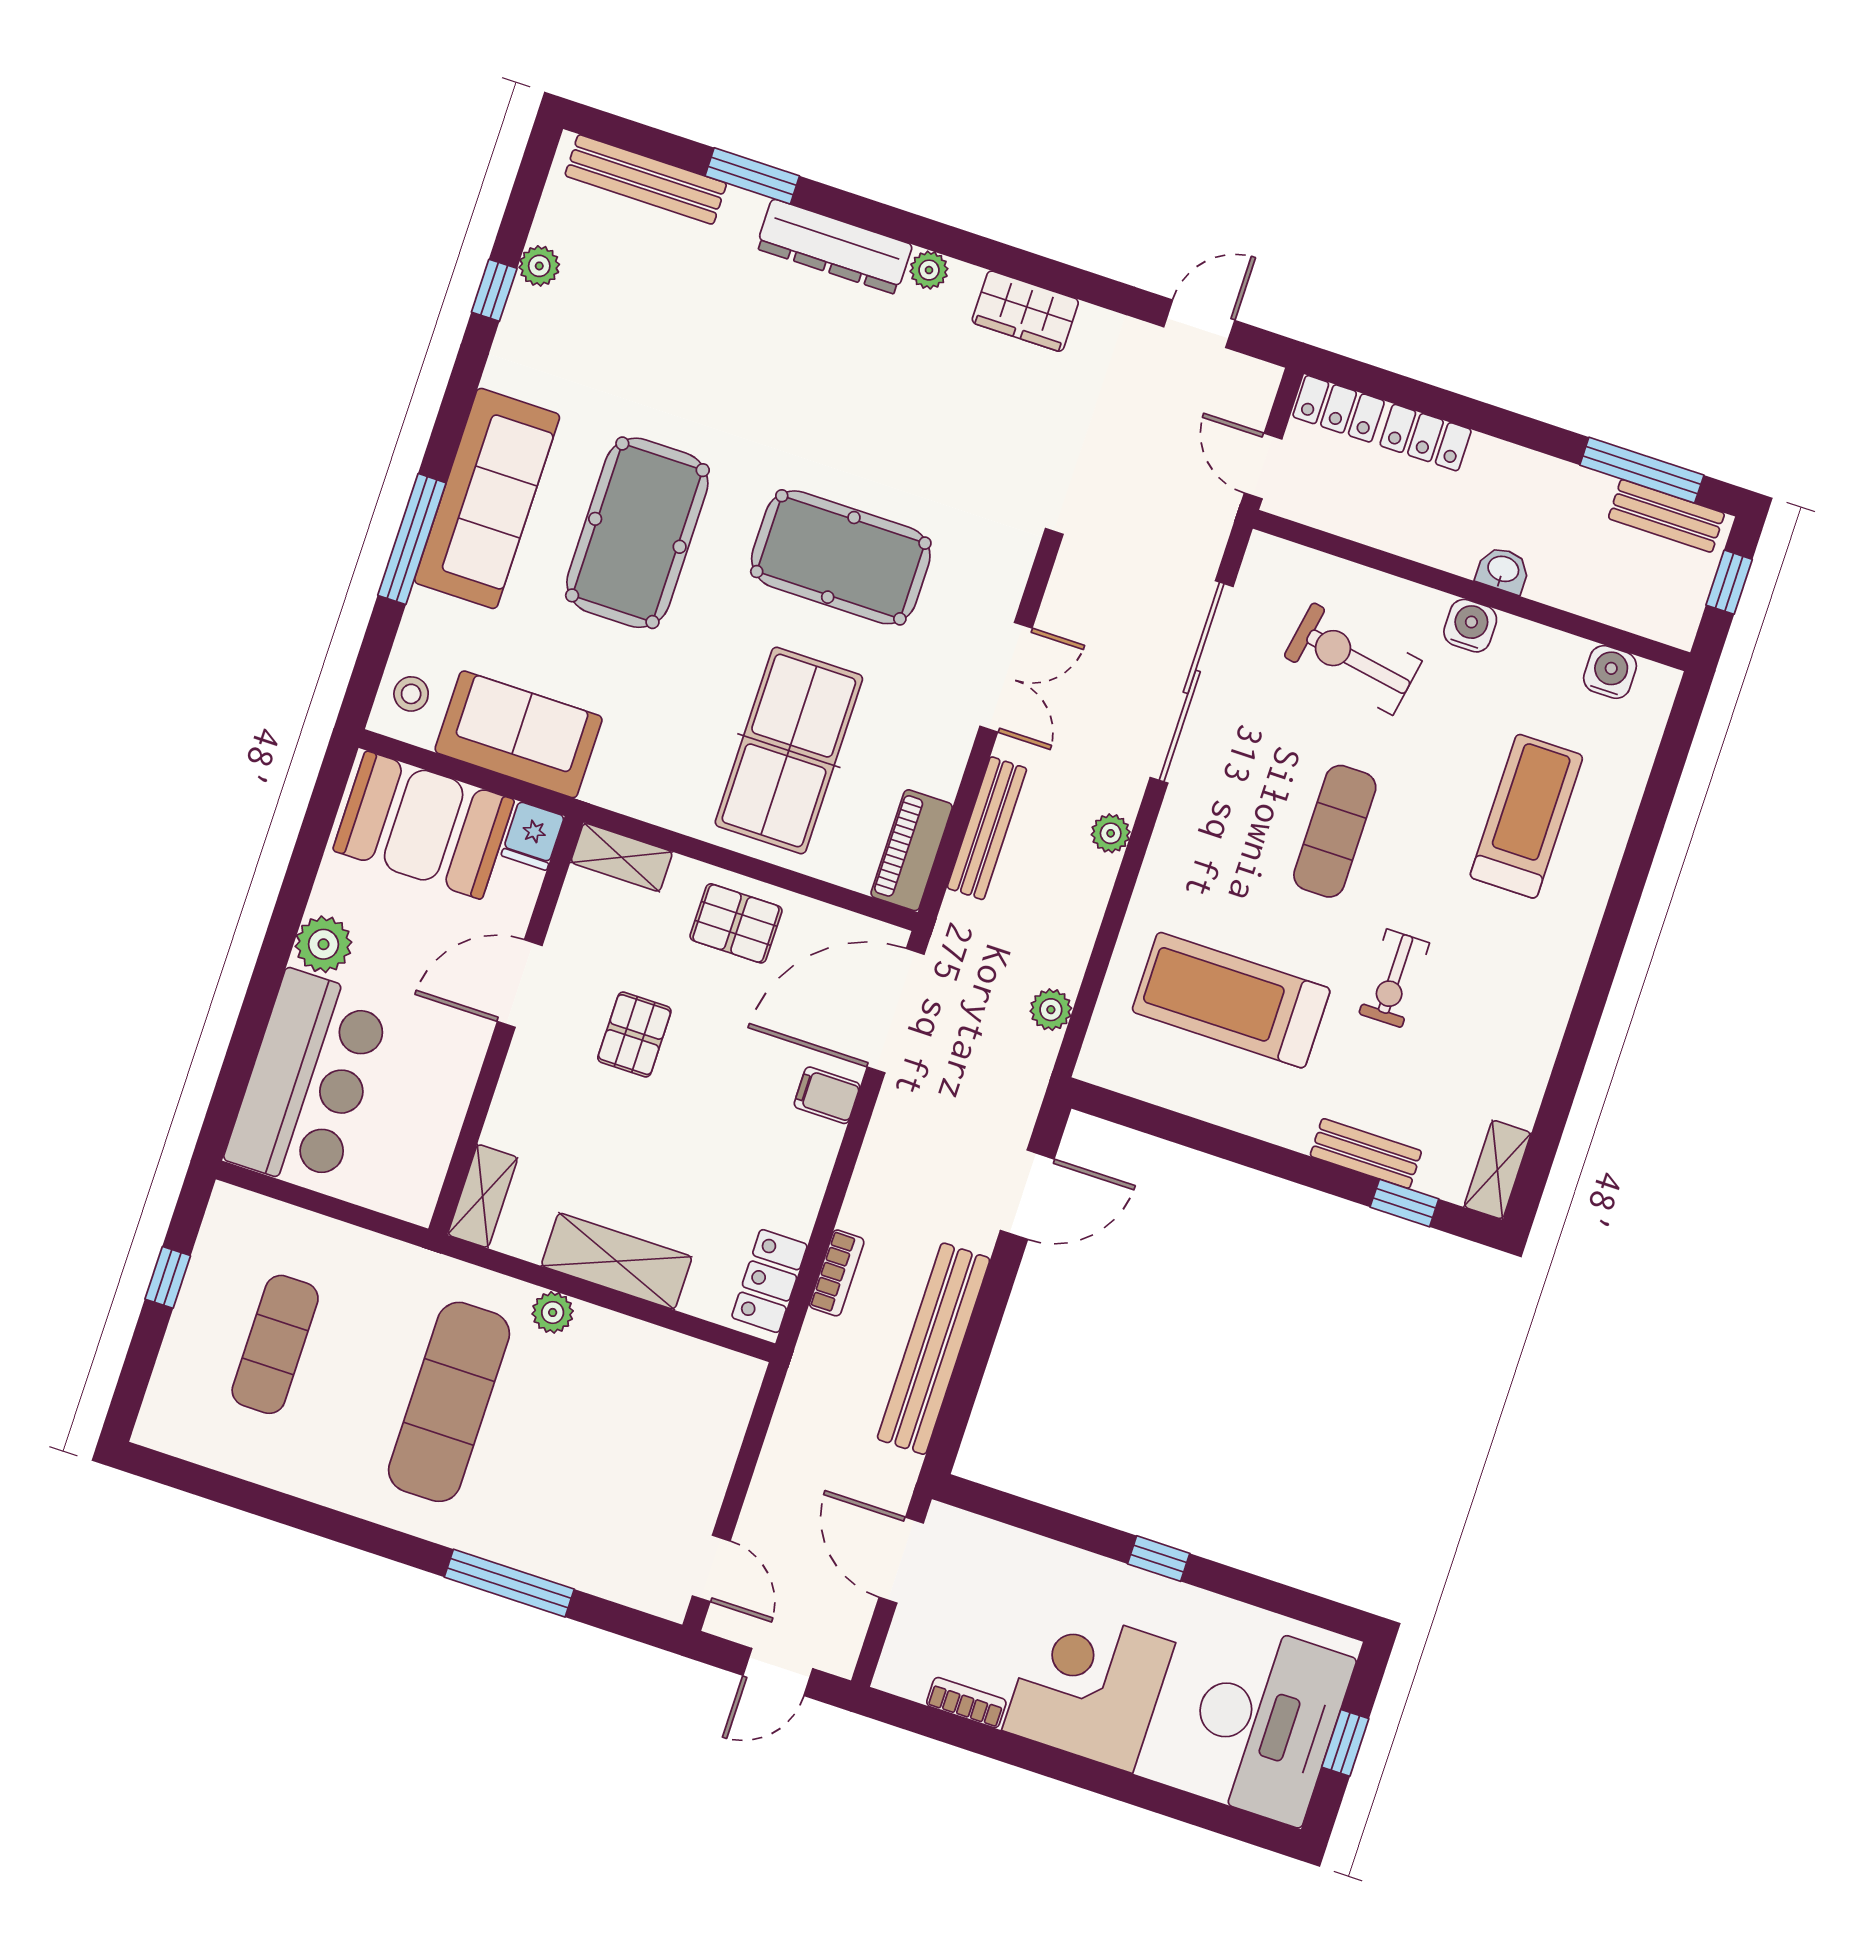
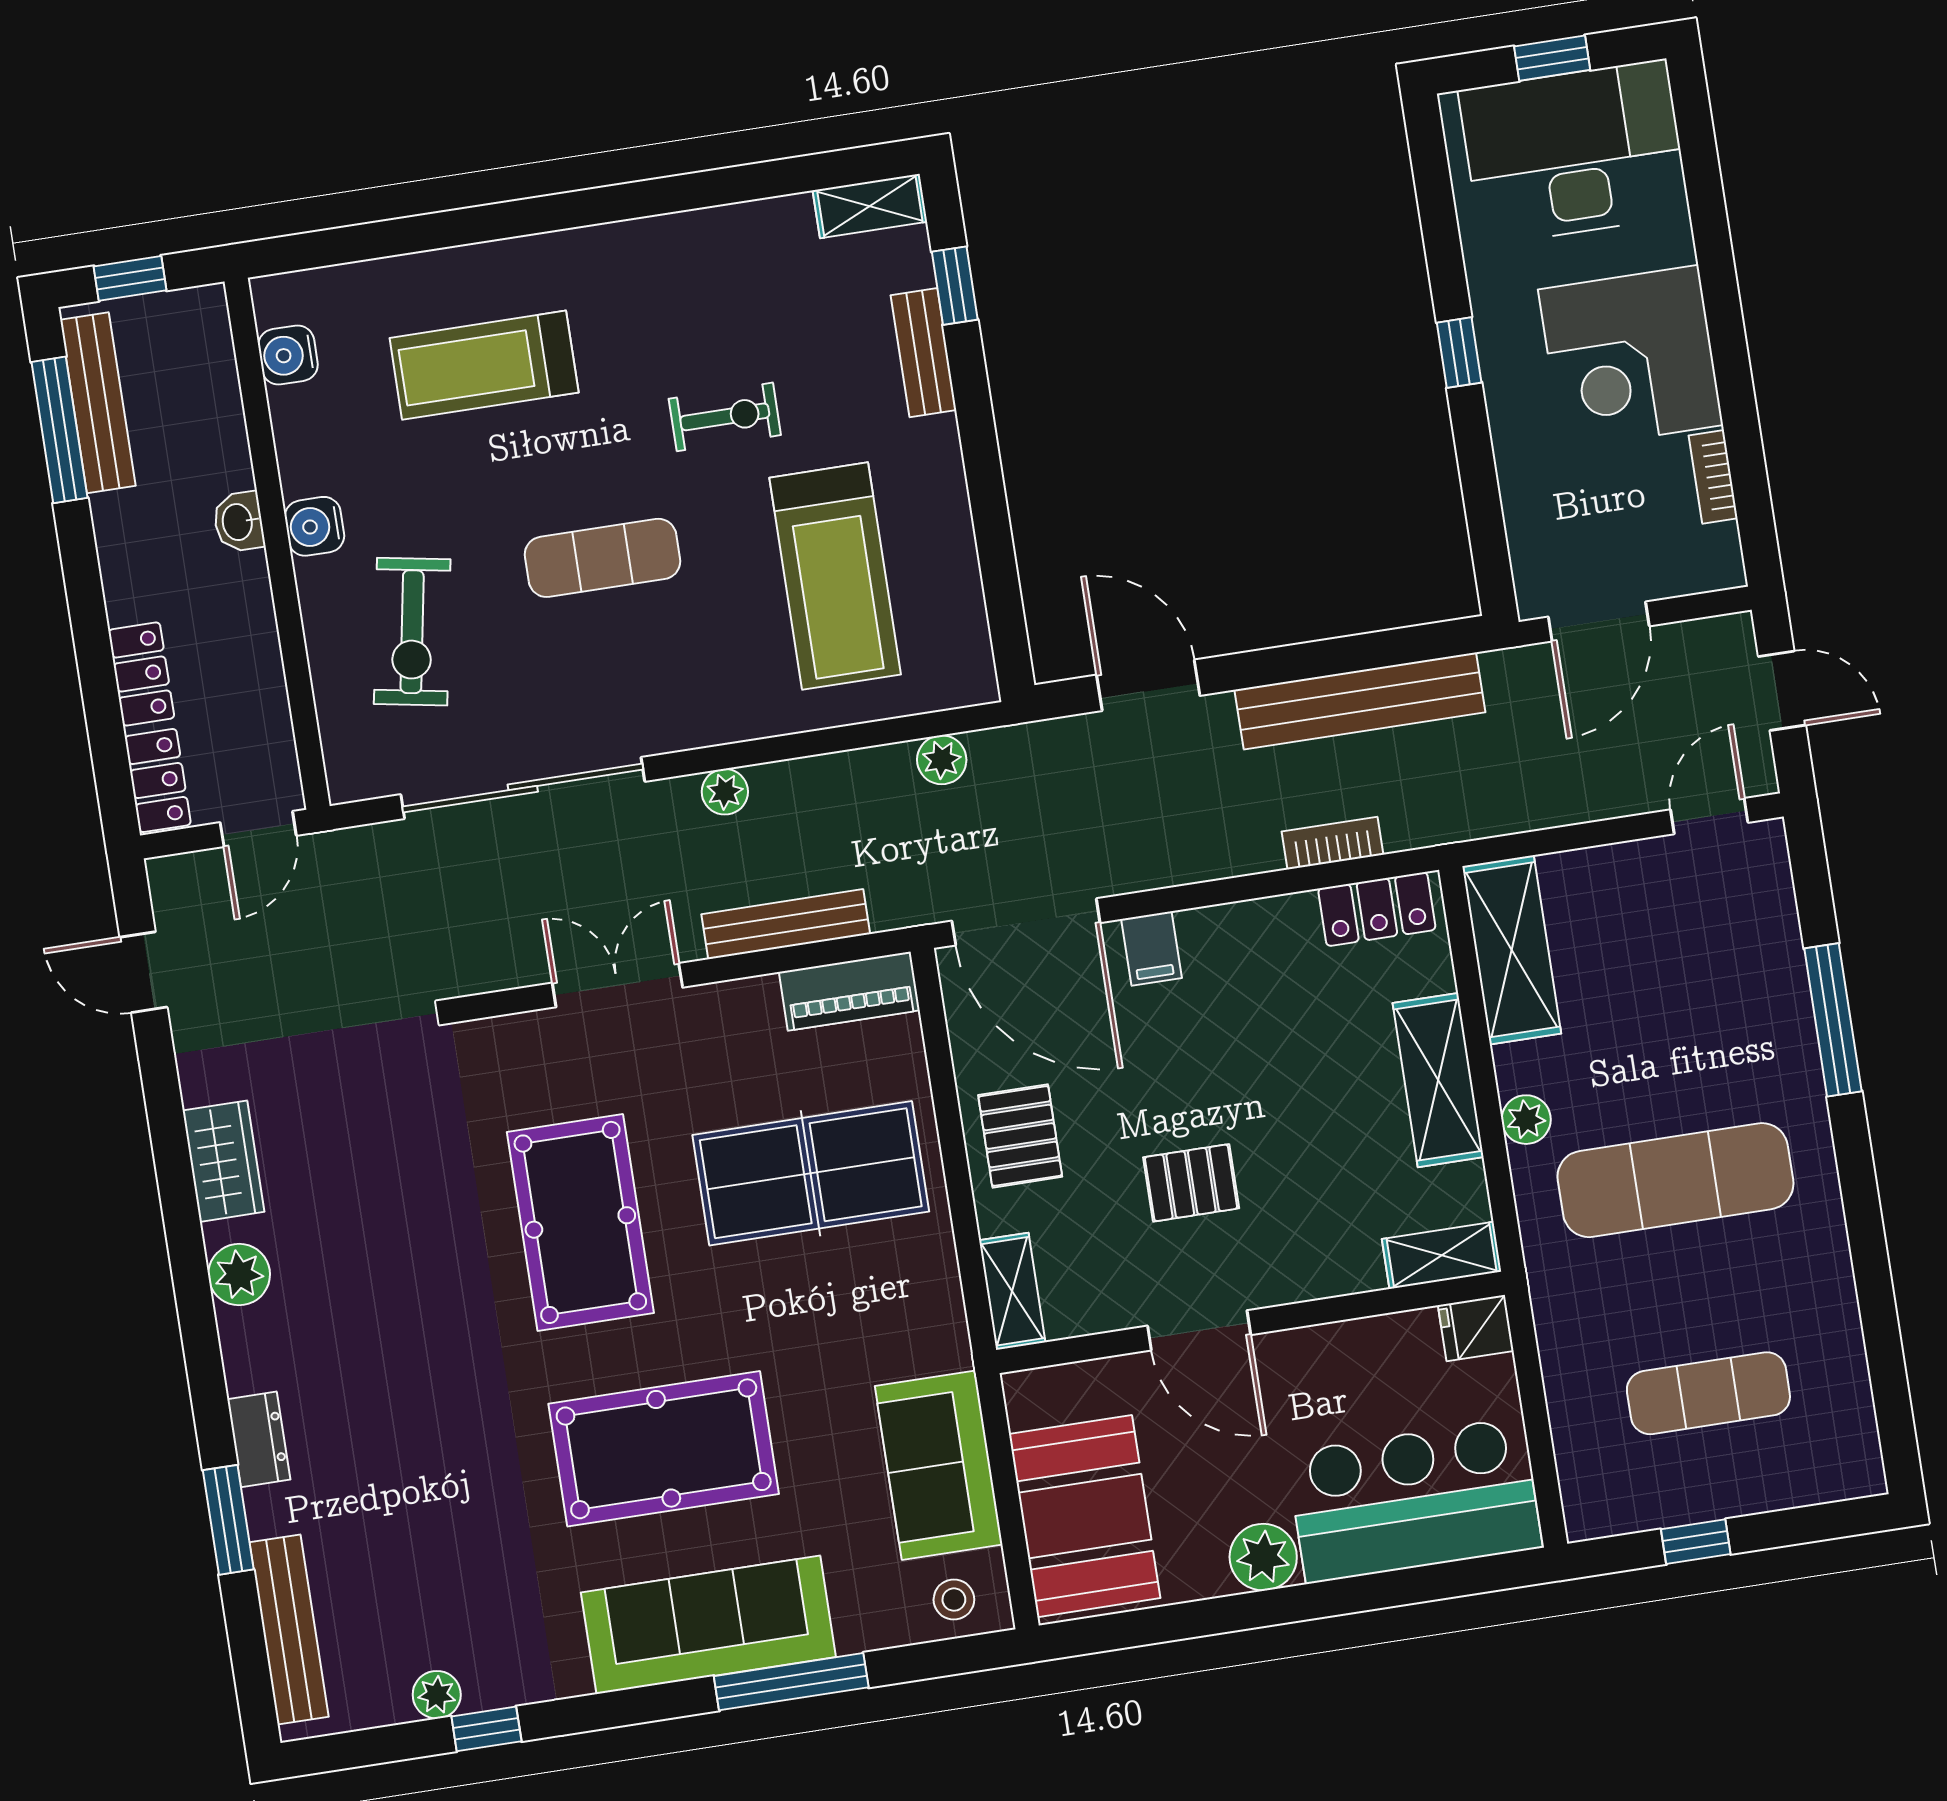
dresser: (834, 247) -> (259, 1439), width x0.51, depth x0.80
plant: (929, 270) -> (239, 1275), width x1.38, depth x1.38
bench: (1666, 516) -> (98, 403), width x1.36
fridge: (533, 836) -> (1476, 1328), moved, turned 180
shelving: (687, 1367) -> (1512, 950), added

